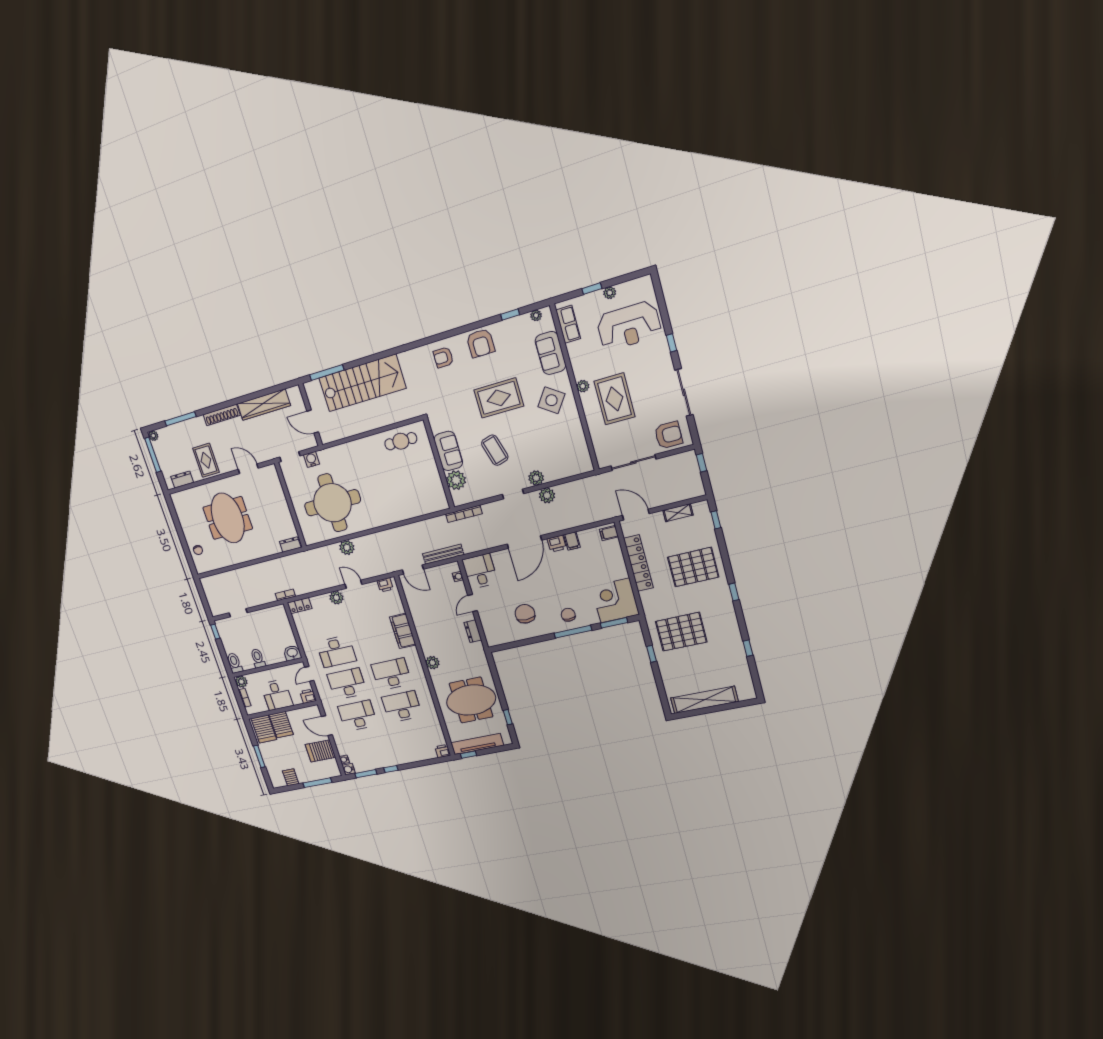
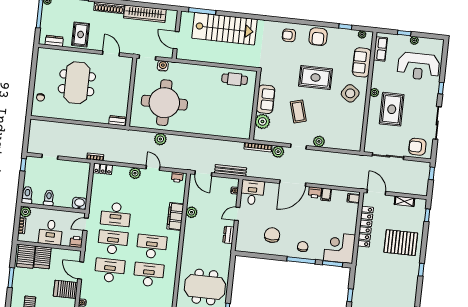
armchair: (668, 435) -> (417, 147), turned 180
plant: (547, 495) -> (278, 152), moved
pallet: (681, 632) -> (376, 286), removed
plant: (432, 663) -> (192, 212), moved

